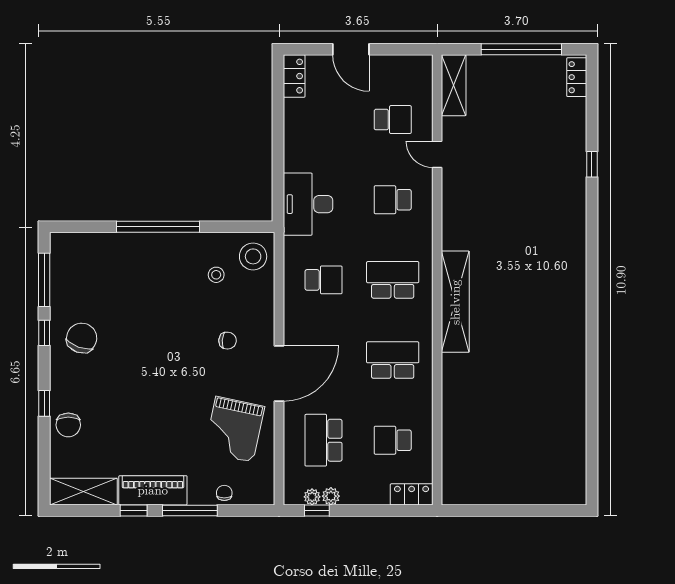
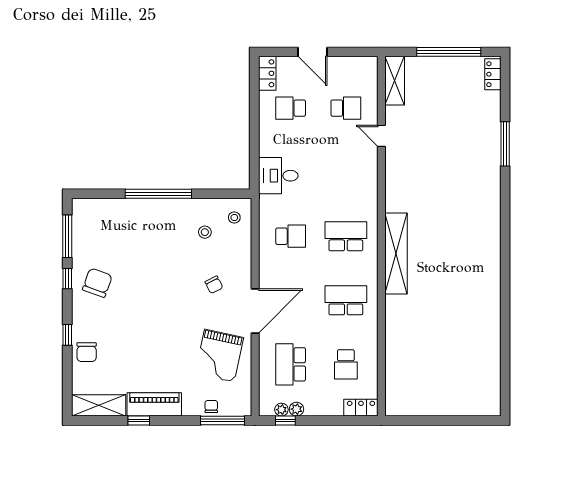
window: (592, 164) -> (505, 144), width x2.17
school desk: (393, 200) -> (291, 108), moved
desk: (308, 204) -> (278, 176), width x0.73
stool: (253, 256) -> (234, 218), width x0.53, depth x0.53
chair: (228, 341) -> (214, 285), turned 58
school desk: (393, 440) -> (346, 364), turned -90
window: (190, 511) -> (222, 421), moved

